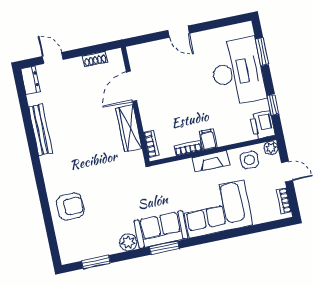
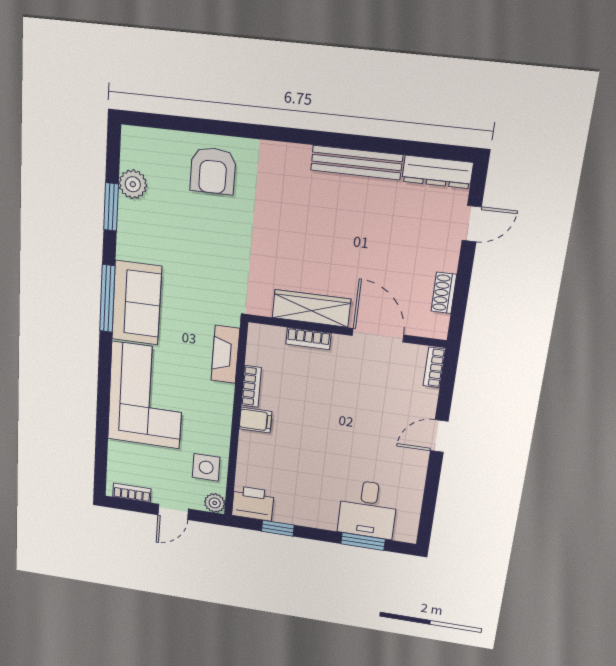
bookcase: (139, 49) -> (434, 367), added
desk: (238, 72) -> (368, 509), width x0.53, depth x0.77
dresser: (30, 80) -> (437, 172), width x1.44
bookcase: (151, 144) -> (308, 339), moved
fireplace: (211, 161) -> (225, 354), moved
plant: (128, 242) -> (133, 184), moved
window: (164, 248) -> (107, 299), width x1.44
window: (96, 262) -> (111, 207), moved

